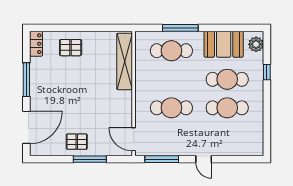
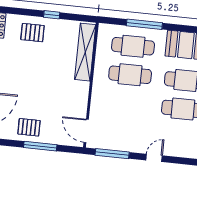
window: (88, 28) -> (52, 15), added
cafe table: (171, 108) -> (130, 75), moved
door: (204, 159) -> (154, 158), swing flipped

